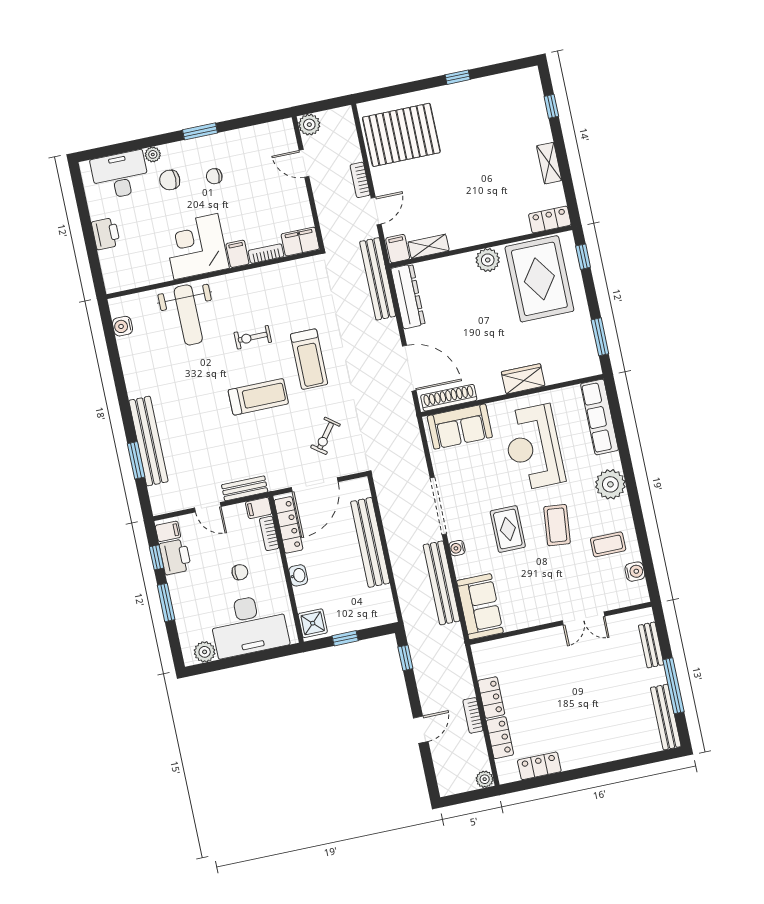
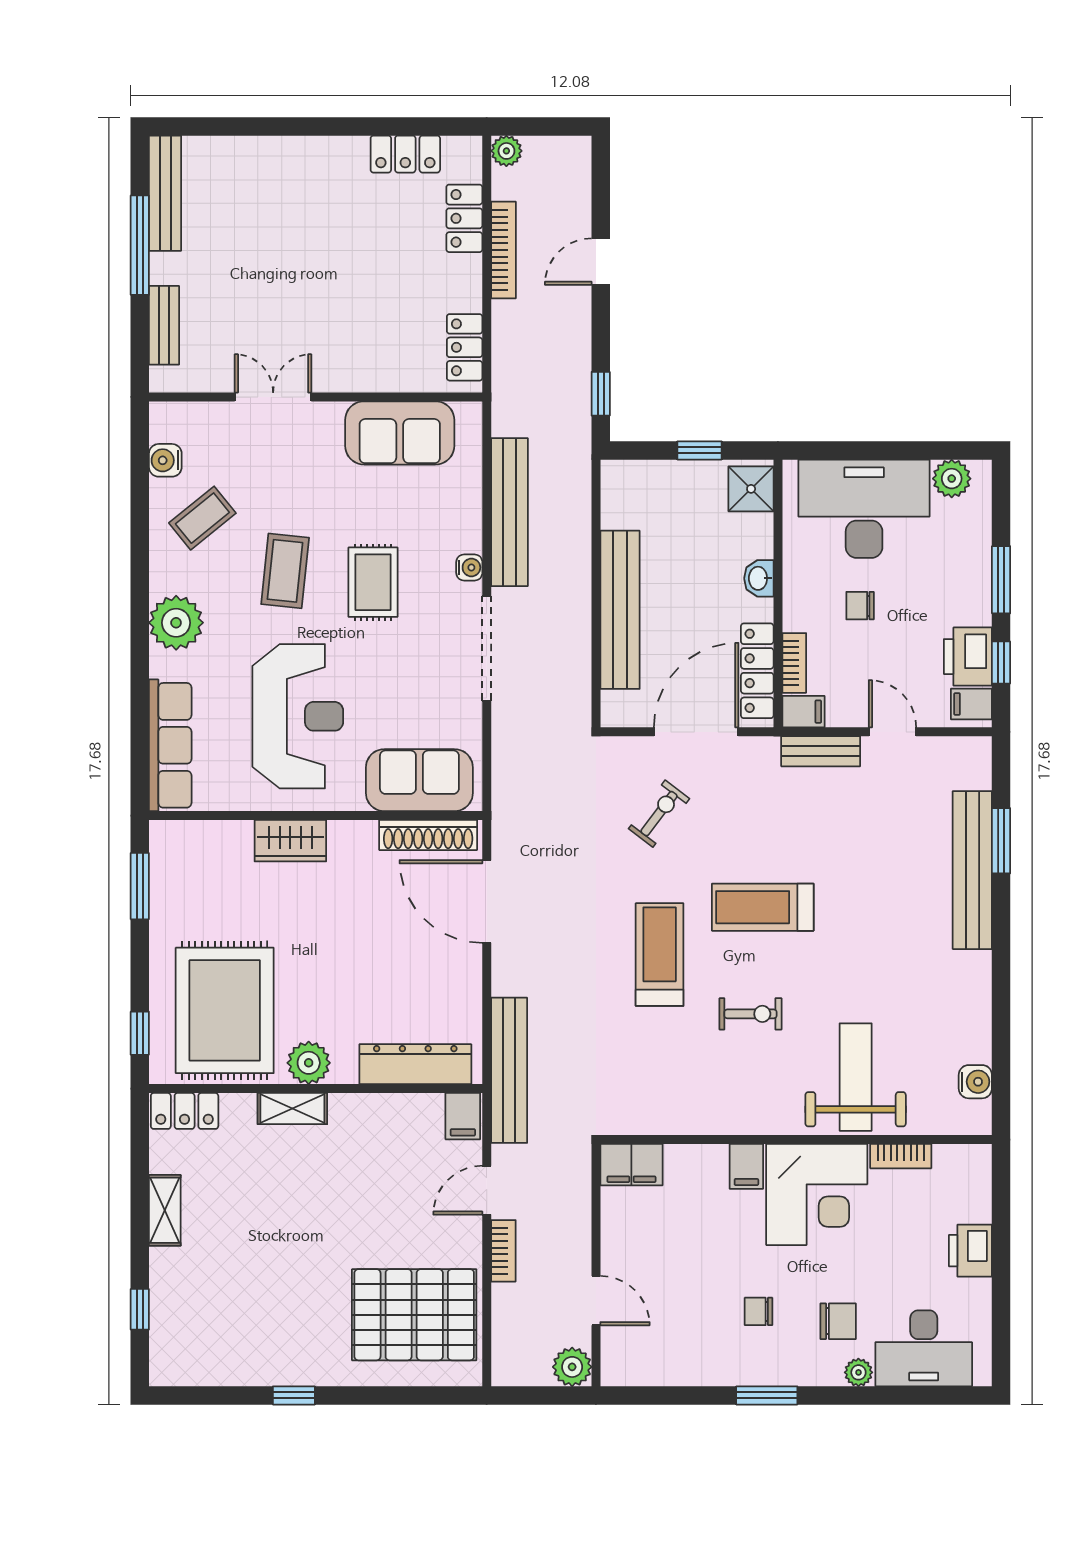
chair: (214, 176) -> (759, 1311), turned 180
shelving: (429, 246) -> (292, 1109), moved
bookcase: (266, 254) -> (901, 1156), moved
dresser: (408, 296) -> (415, 1064), moved, turned 90
coffee table: (608, 544) -> (202, 518), turned -39
sofa: (480, 607) -> (400, 433), moved, turned -90
locker: (491, 697) -> (465, 347), moved
bookcase: (473, 715) -> (503, 250), width x1.56

